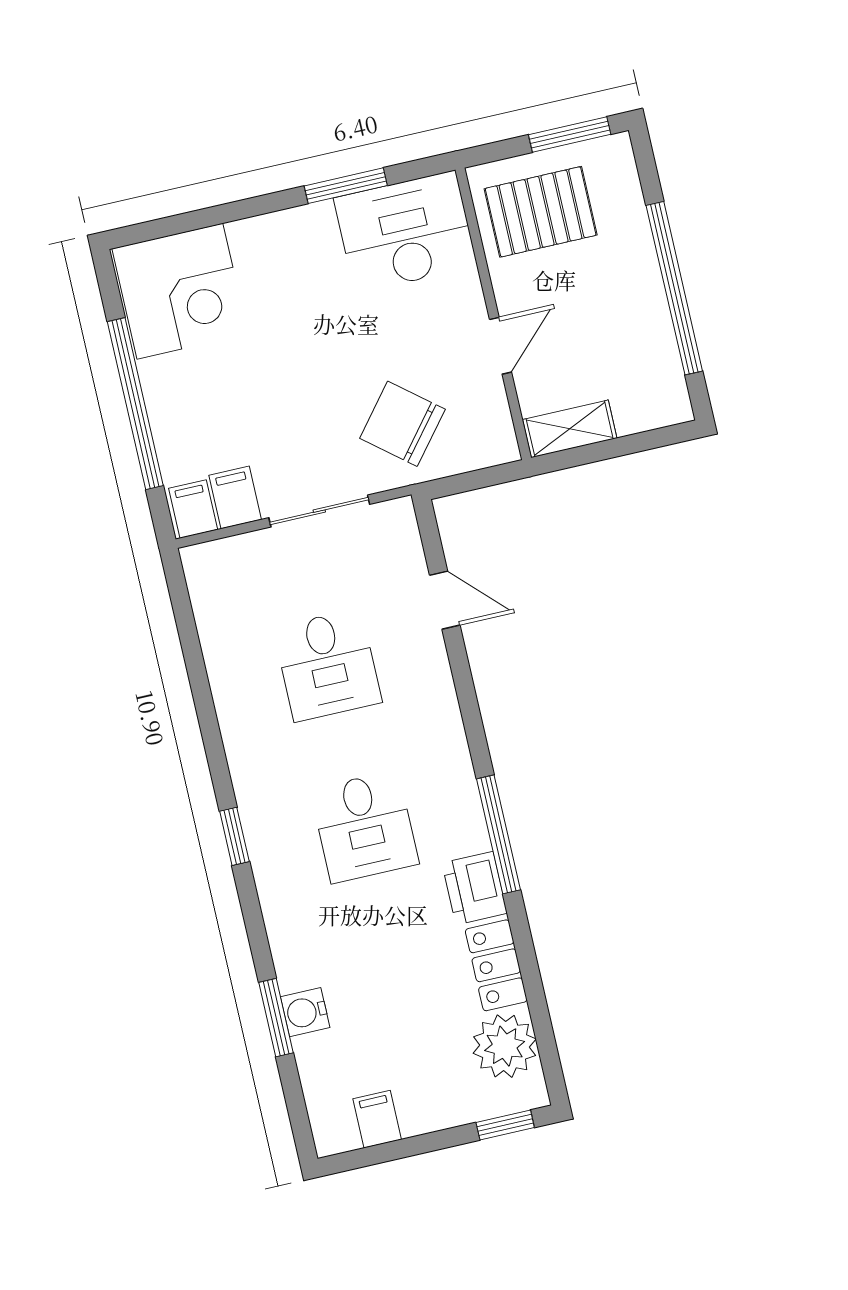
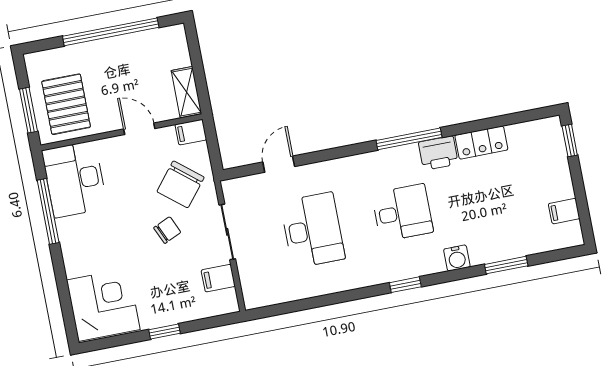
window: (570, 134) -> (28, 110), moved
window: (346, 186) -> (48, 211), width x1.44
chair: (319, 402) -> (167, 230), added
window: (135, 404) -> (165, 332), width x0.32
filing cabinet: (193, 509) -> (191, 132), moved
desk: (327, 665) -> (313, 230), width x1.37
water cooler: (305, 1012) -> (457, 258), moved
plant: (505, 1046) -> (526, 139), removed

